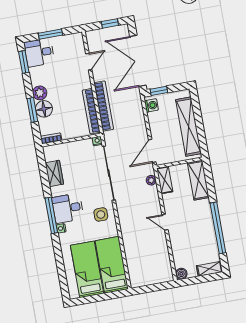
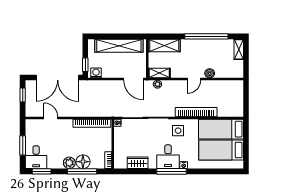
bookcase: (104, 106) -> (196, 112), moved
window: (32, 110) -> (82, 171), width x1.44
boiler: (181, 274) -> (210, 73), moved

